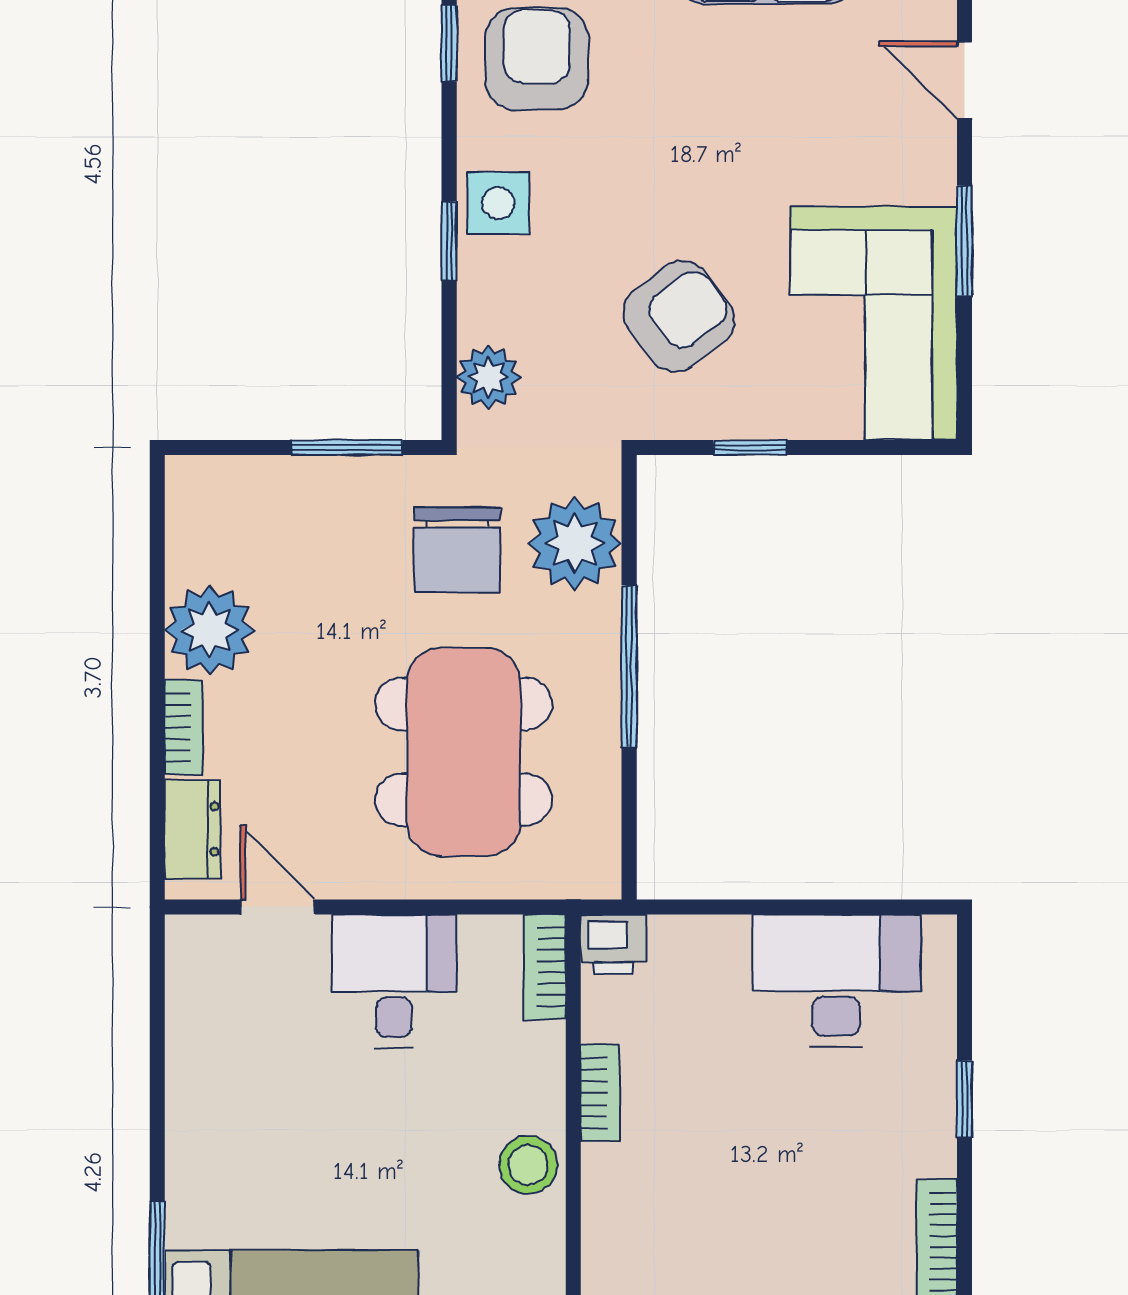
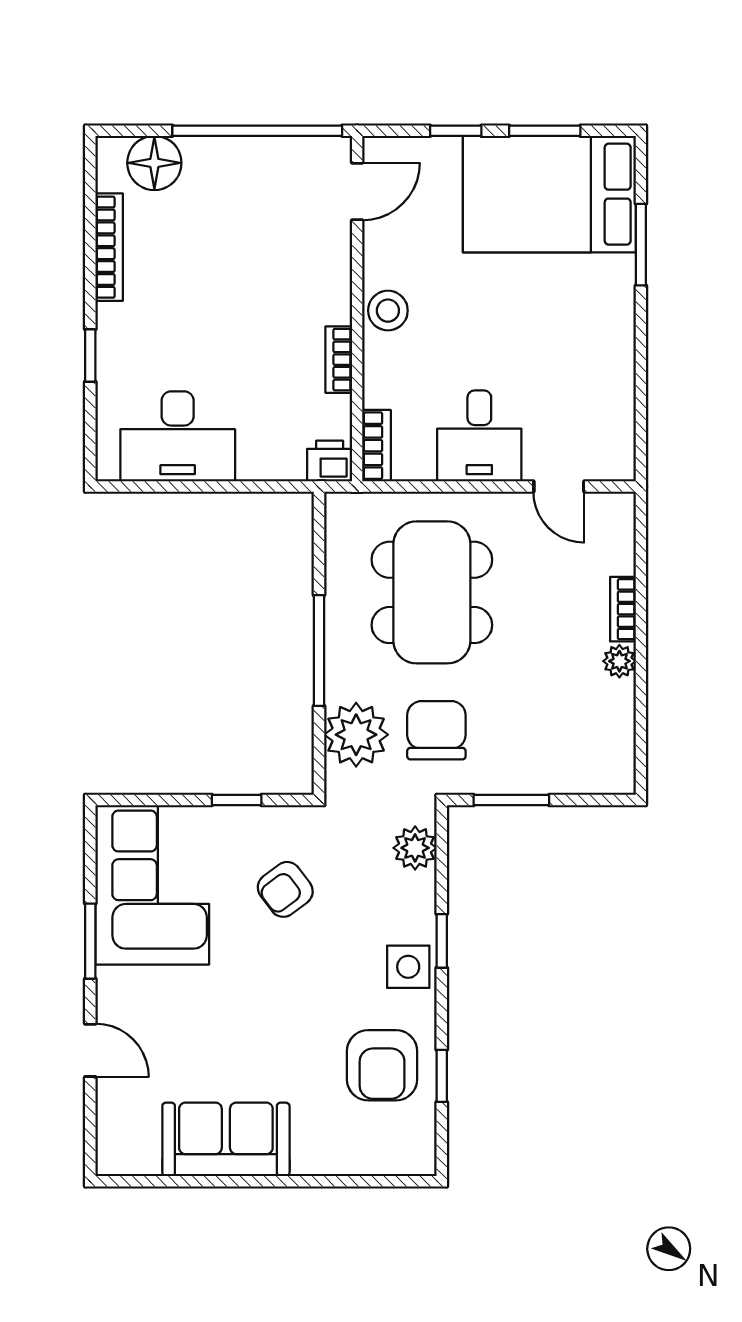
armchair: (679, 316) -> (285, 889), width x0.72, depth x0.72
plant: (210, 630) -> (619, 661), width x0.53, depth x0.53
dresser: (193, 829) -> (617, 540), removed

